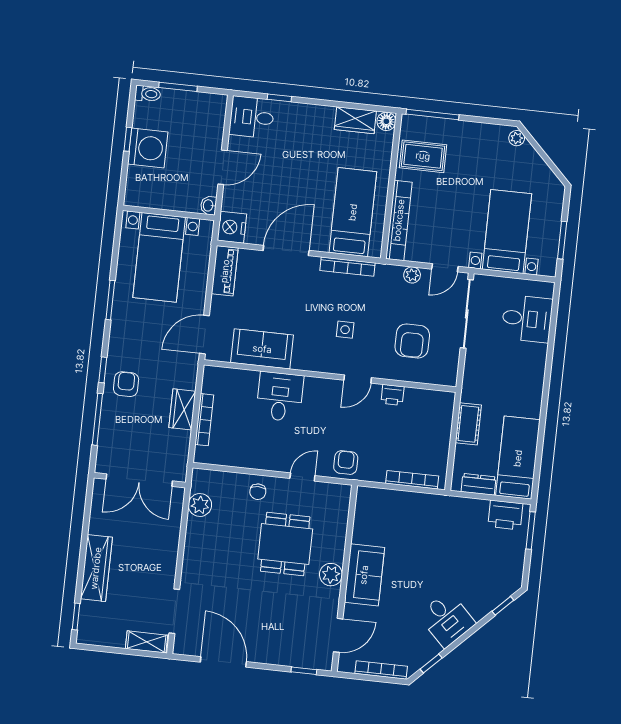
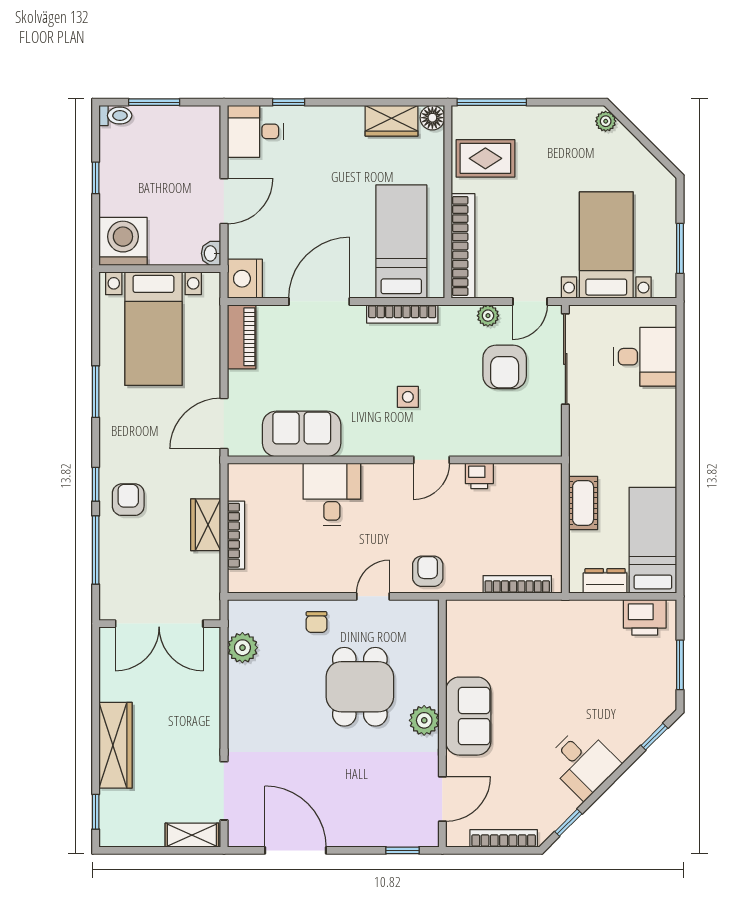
washing machine: (148, 148) -> (123, 241), moved, turned -90
armchair: (412, 341) -> (505, 367), moved
window: (531, 530) -> (680, 665), moved

